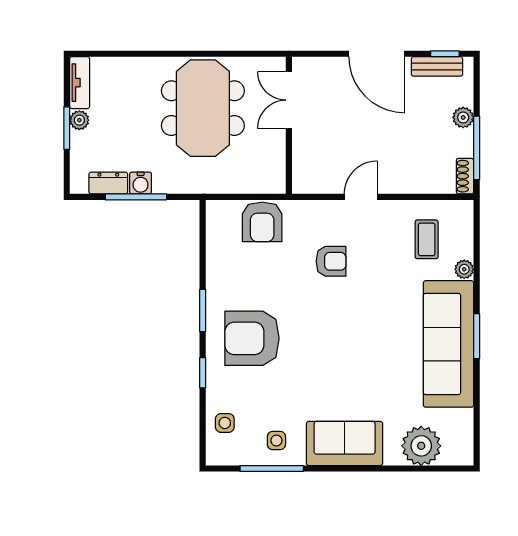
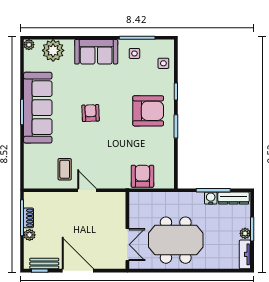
meeting table: (203, 108) -> (176, 240), turned 90
shoe rack: (465, 176) -> (29, 218), moved
dresser: (108, 183) -> (234, 198), width x1.44
door: (361, 197) -> (87, 190), swing flipped
coffee table: (427, 239) -> (65, 169), moved
armchair: (331, 261) -> (91, 113), moved, turned 88
plant: (464, 269) -> (29, 45), moved

